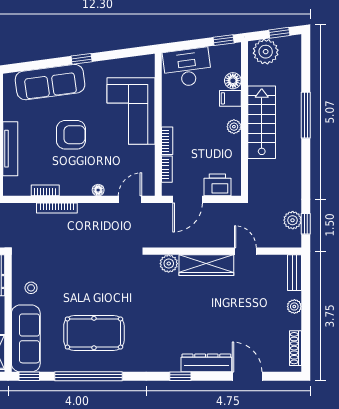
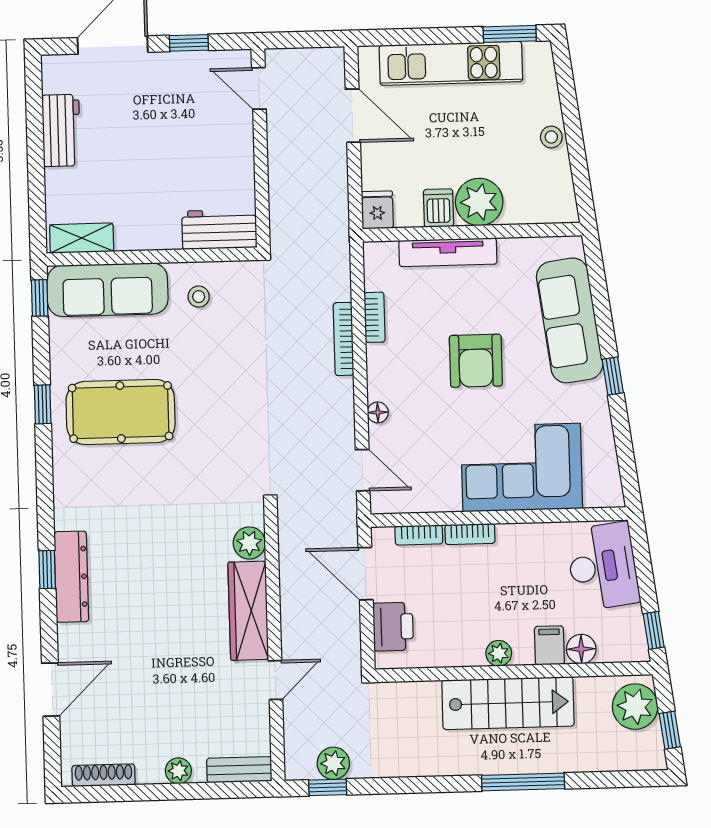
pool table: (94, 333) -> (121, 412), turned 90
dresser: (206, 363) -> (71, 577), moved
window: (88, 376) -> (43, 404), width x0.32

